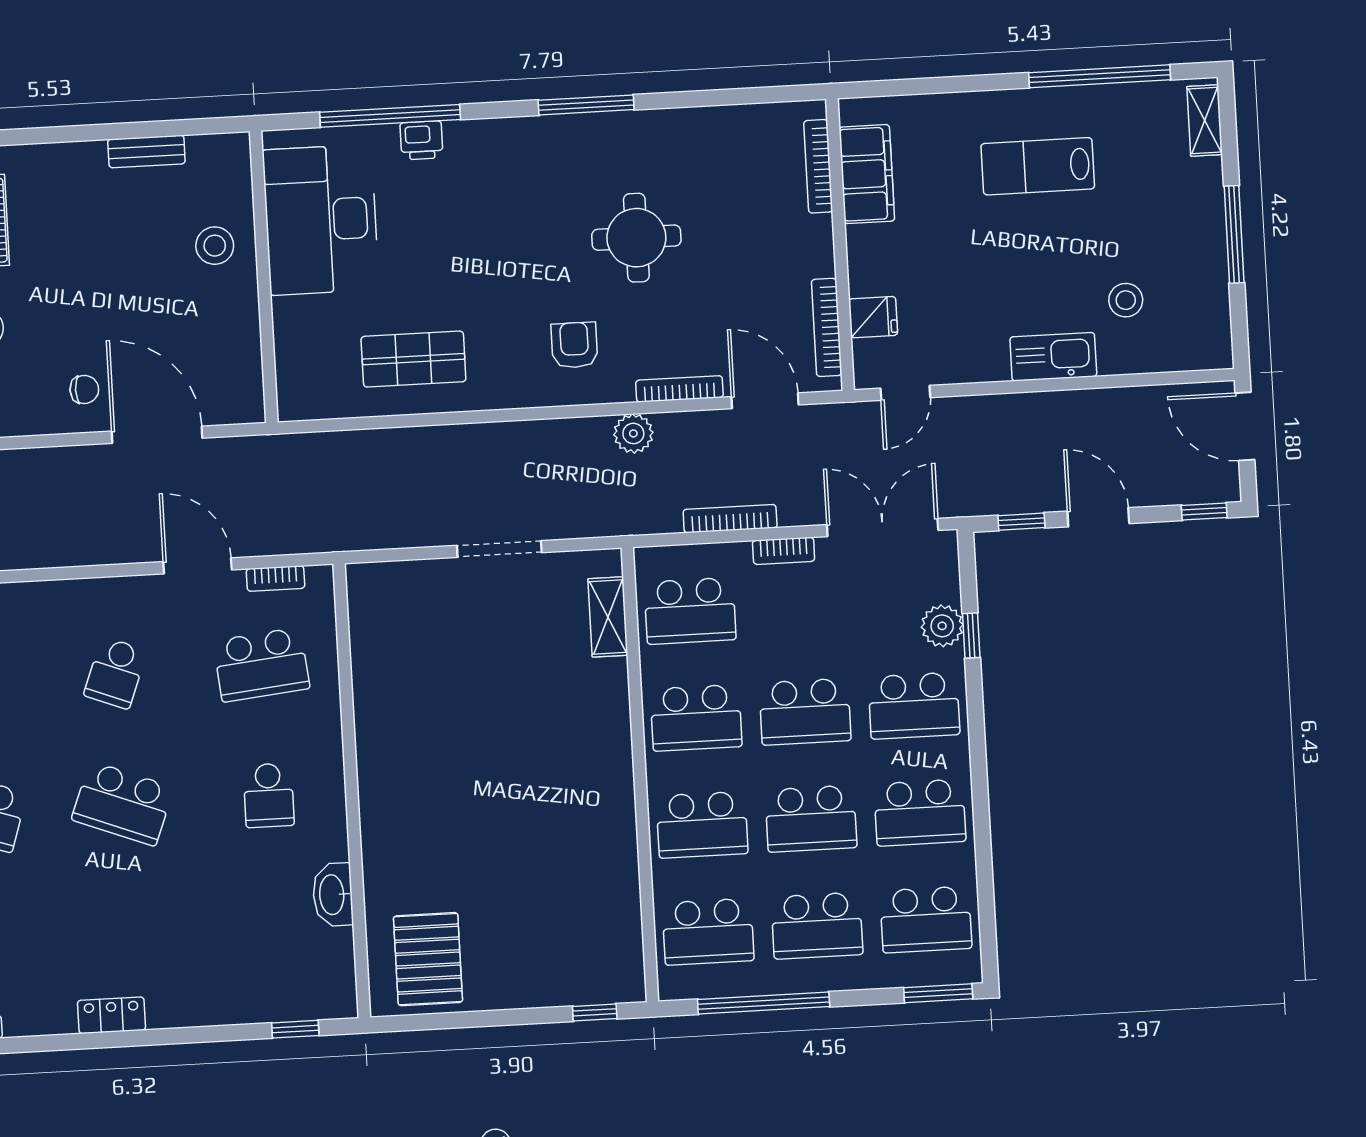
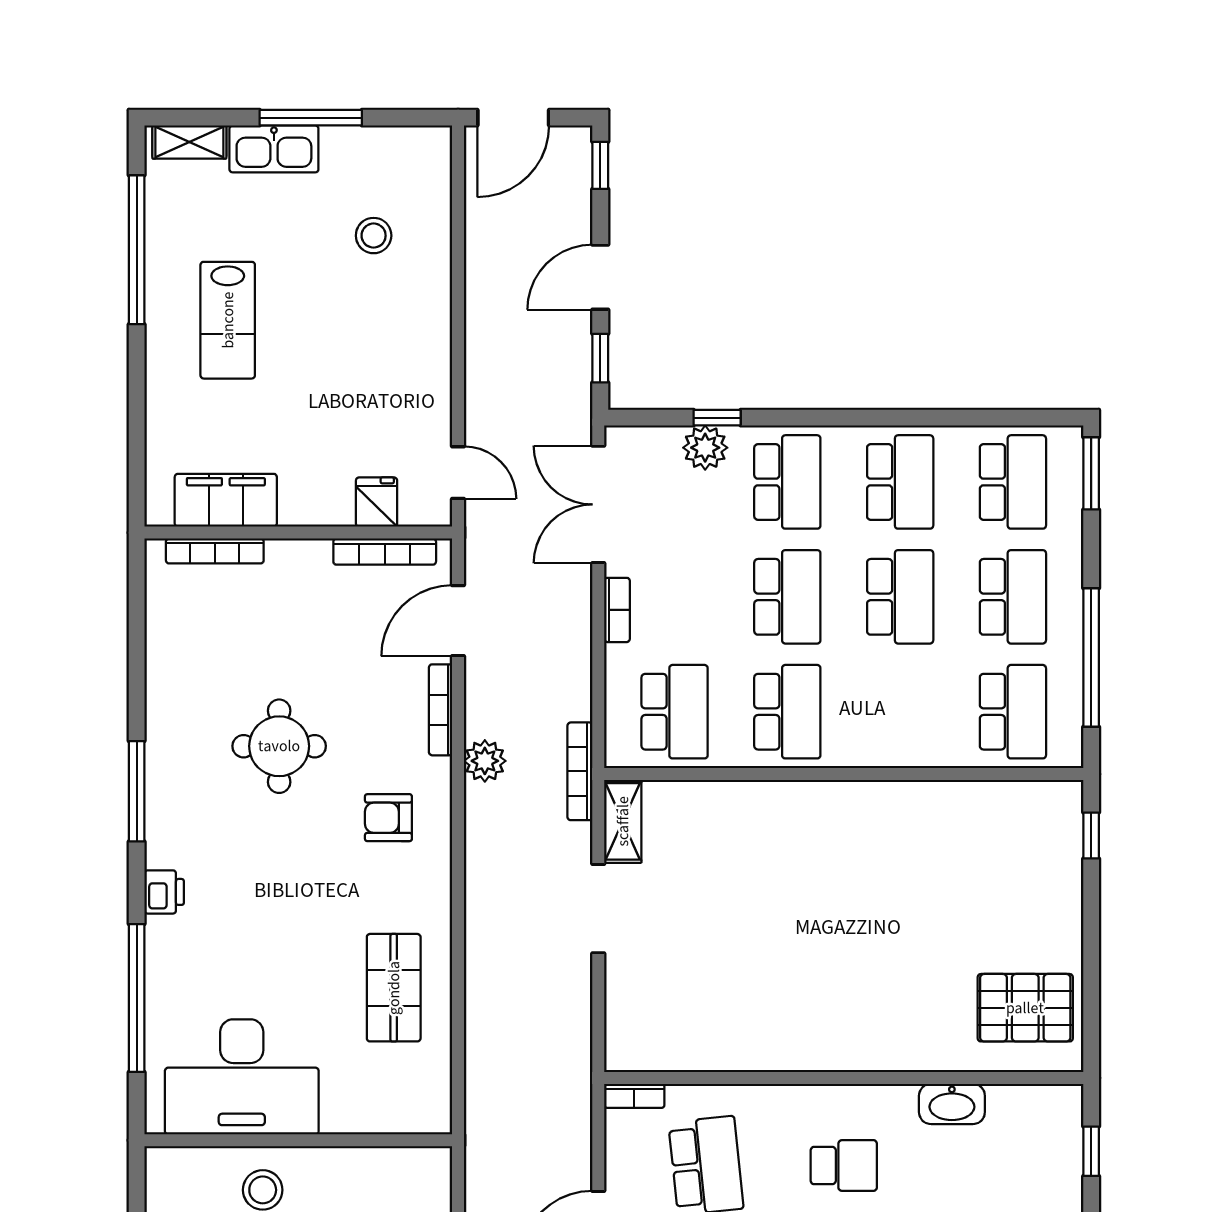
printer: (421, 140) -> (164, 892), moved
kitchen sink: (1053, 357) -> (274, 149), moved, turned -90
bookcase: (730, 519) -> (580, 771), moved
bookcase: (276, 579) -> (634, 1096), moved, turned 90
shelving: (608, 617) -> (623, 821), moved, turned 90
school desk: (702, 825) -> (900, 712), removed

